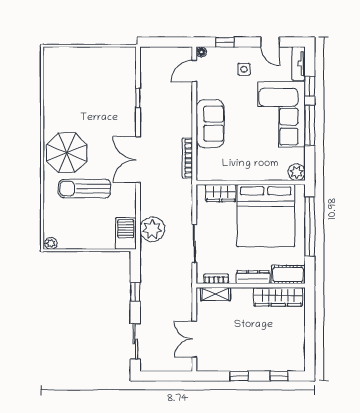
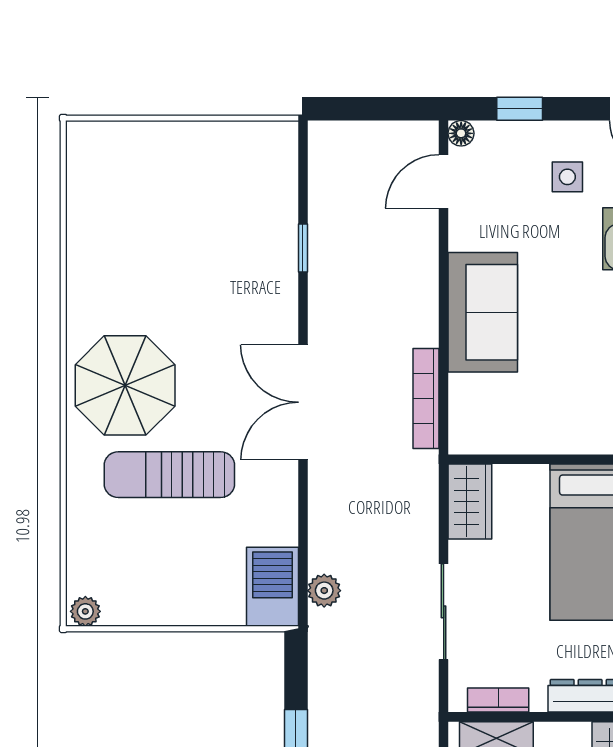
wardrobe: (221, 193) -> (470, 502), moved, turned -90
plant: (152, 229) -> (324, 591), width x0.53, depth x0.53

